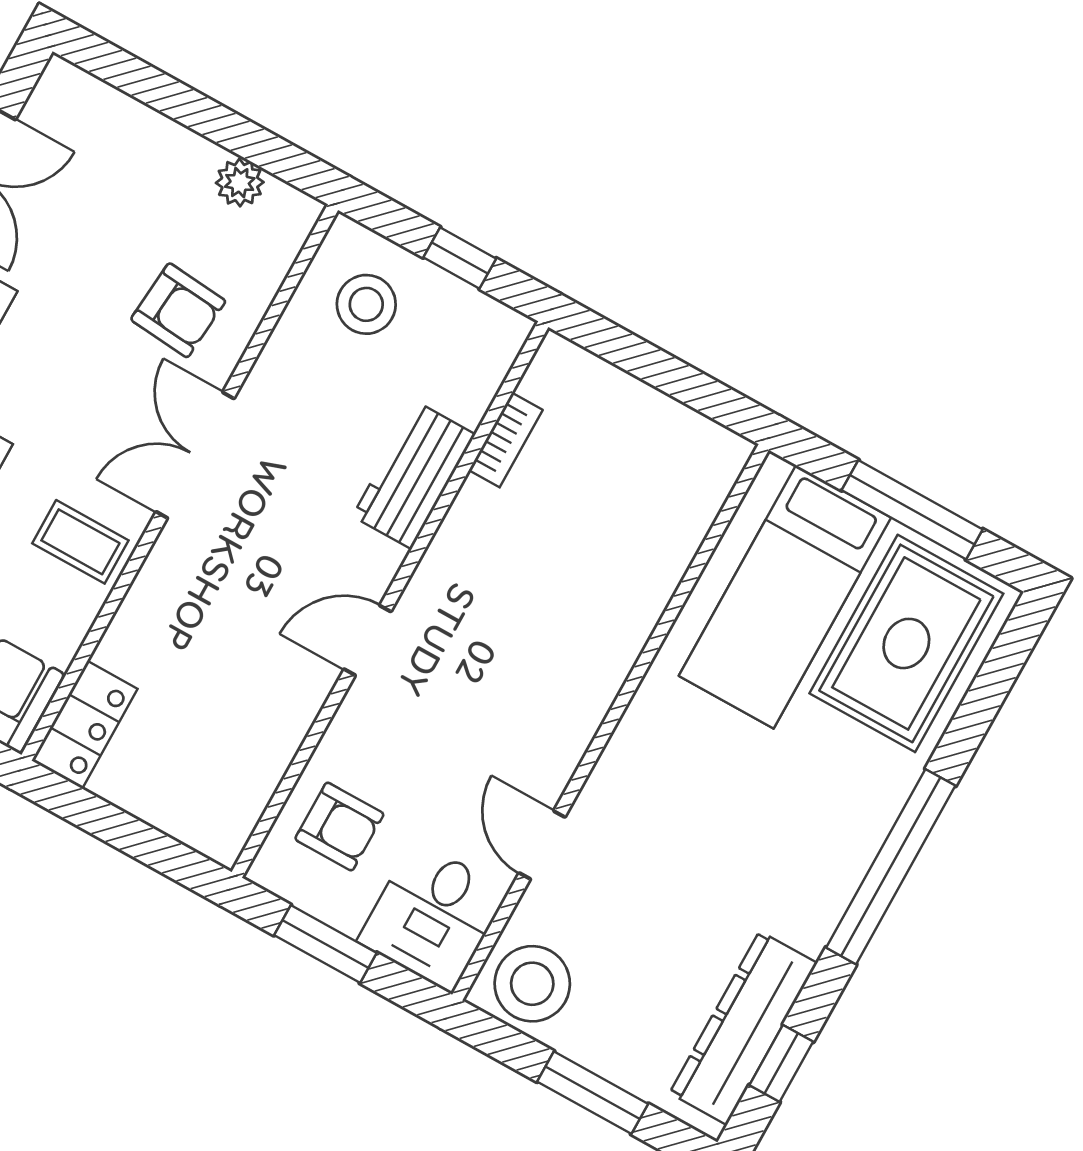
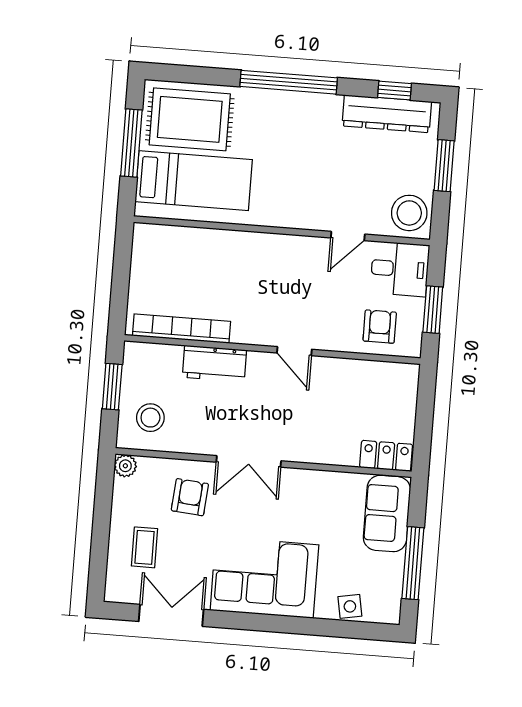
plant: (240, 183) -> (125, 466), moved
window: (460, 258) -> (112, 387), width x1.50
bookcase: (506, 440) -> (181, 329), width x2.31, depth x1.31
coffee table: (80, 542) -> (145, 547), moved

